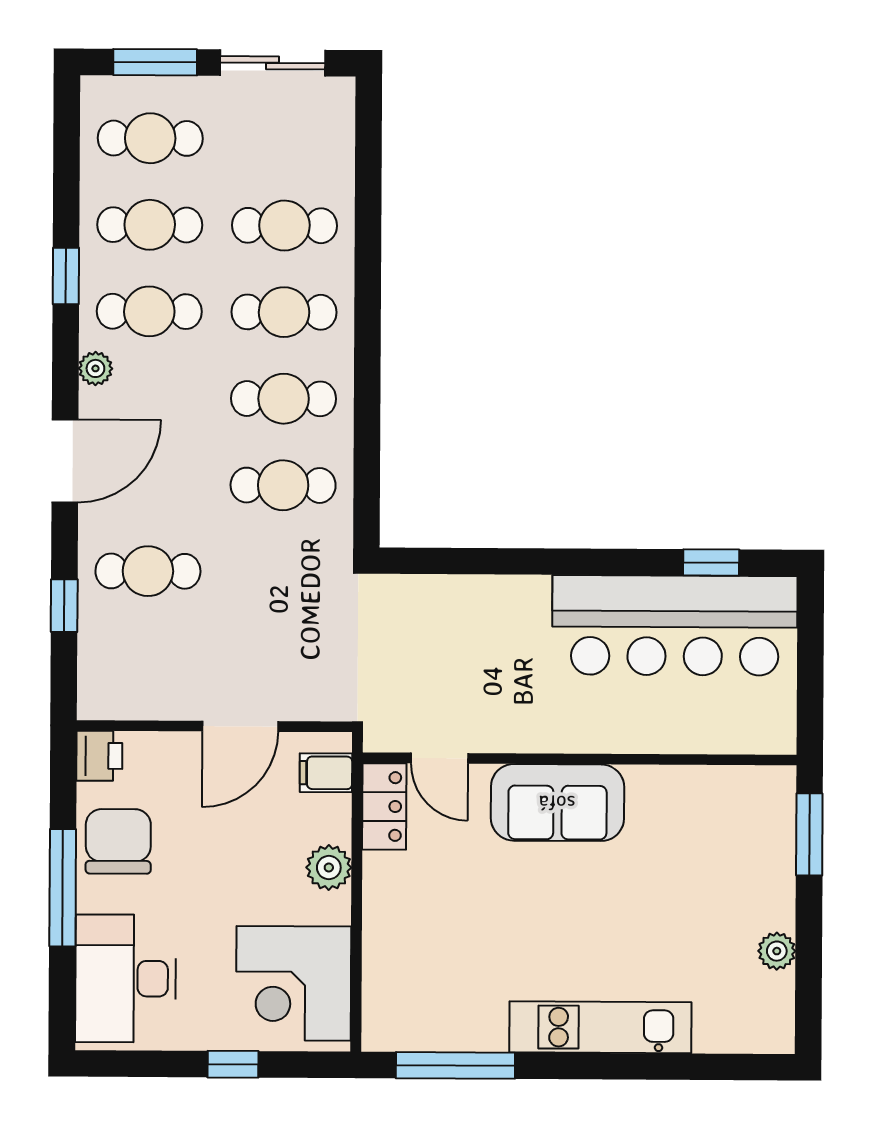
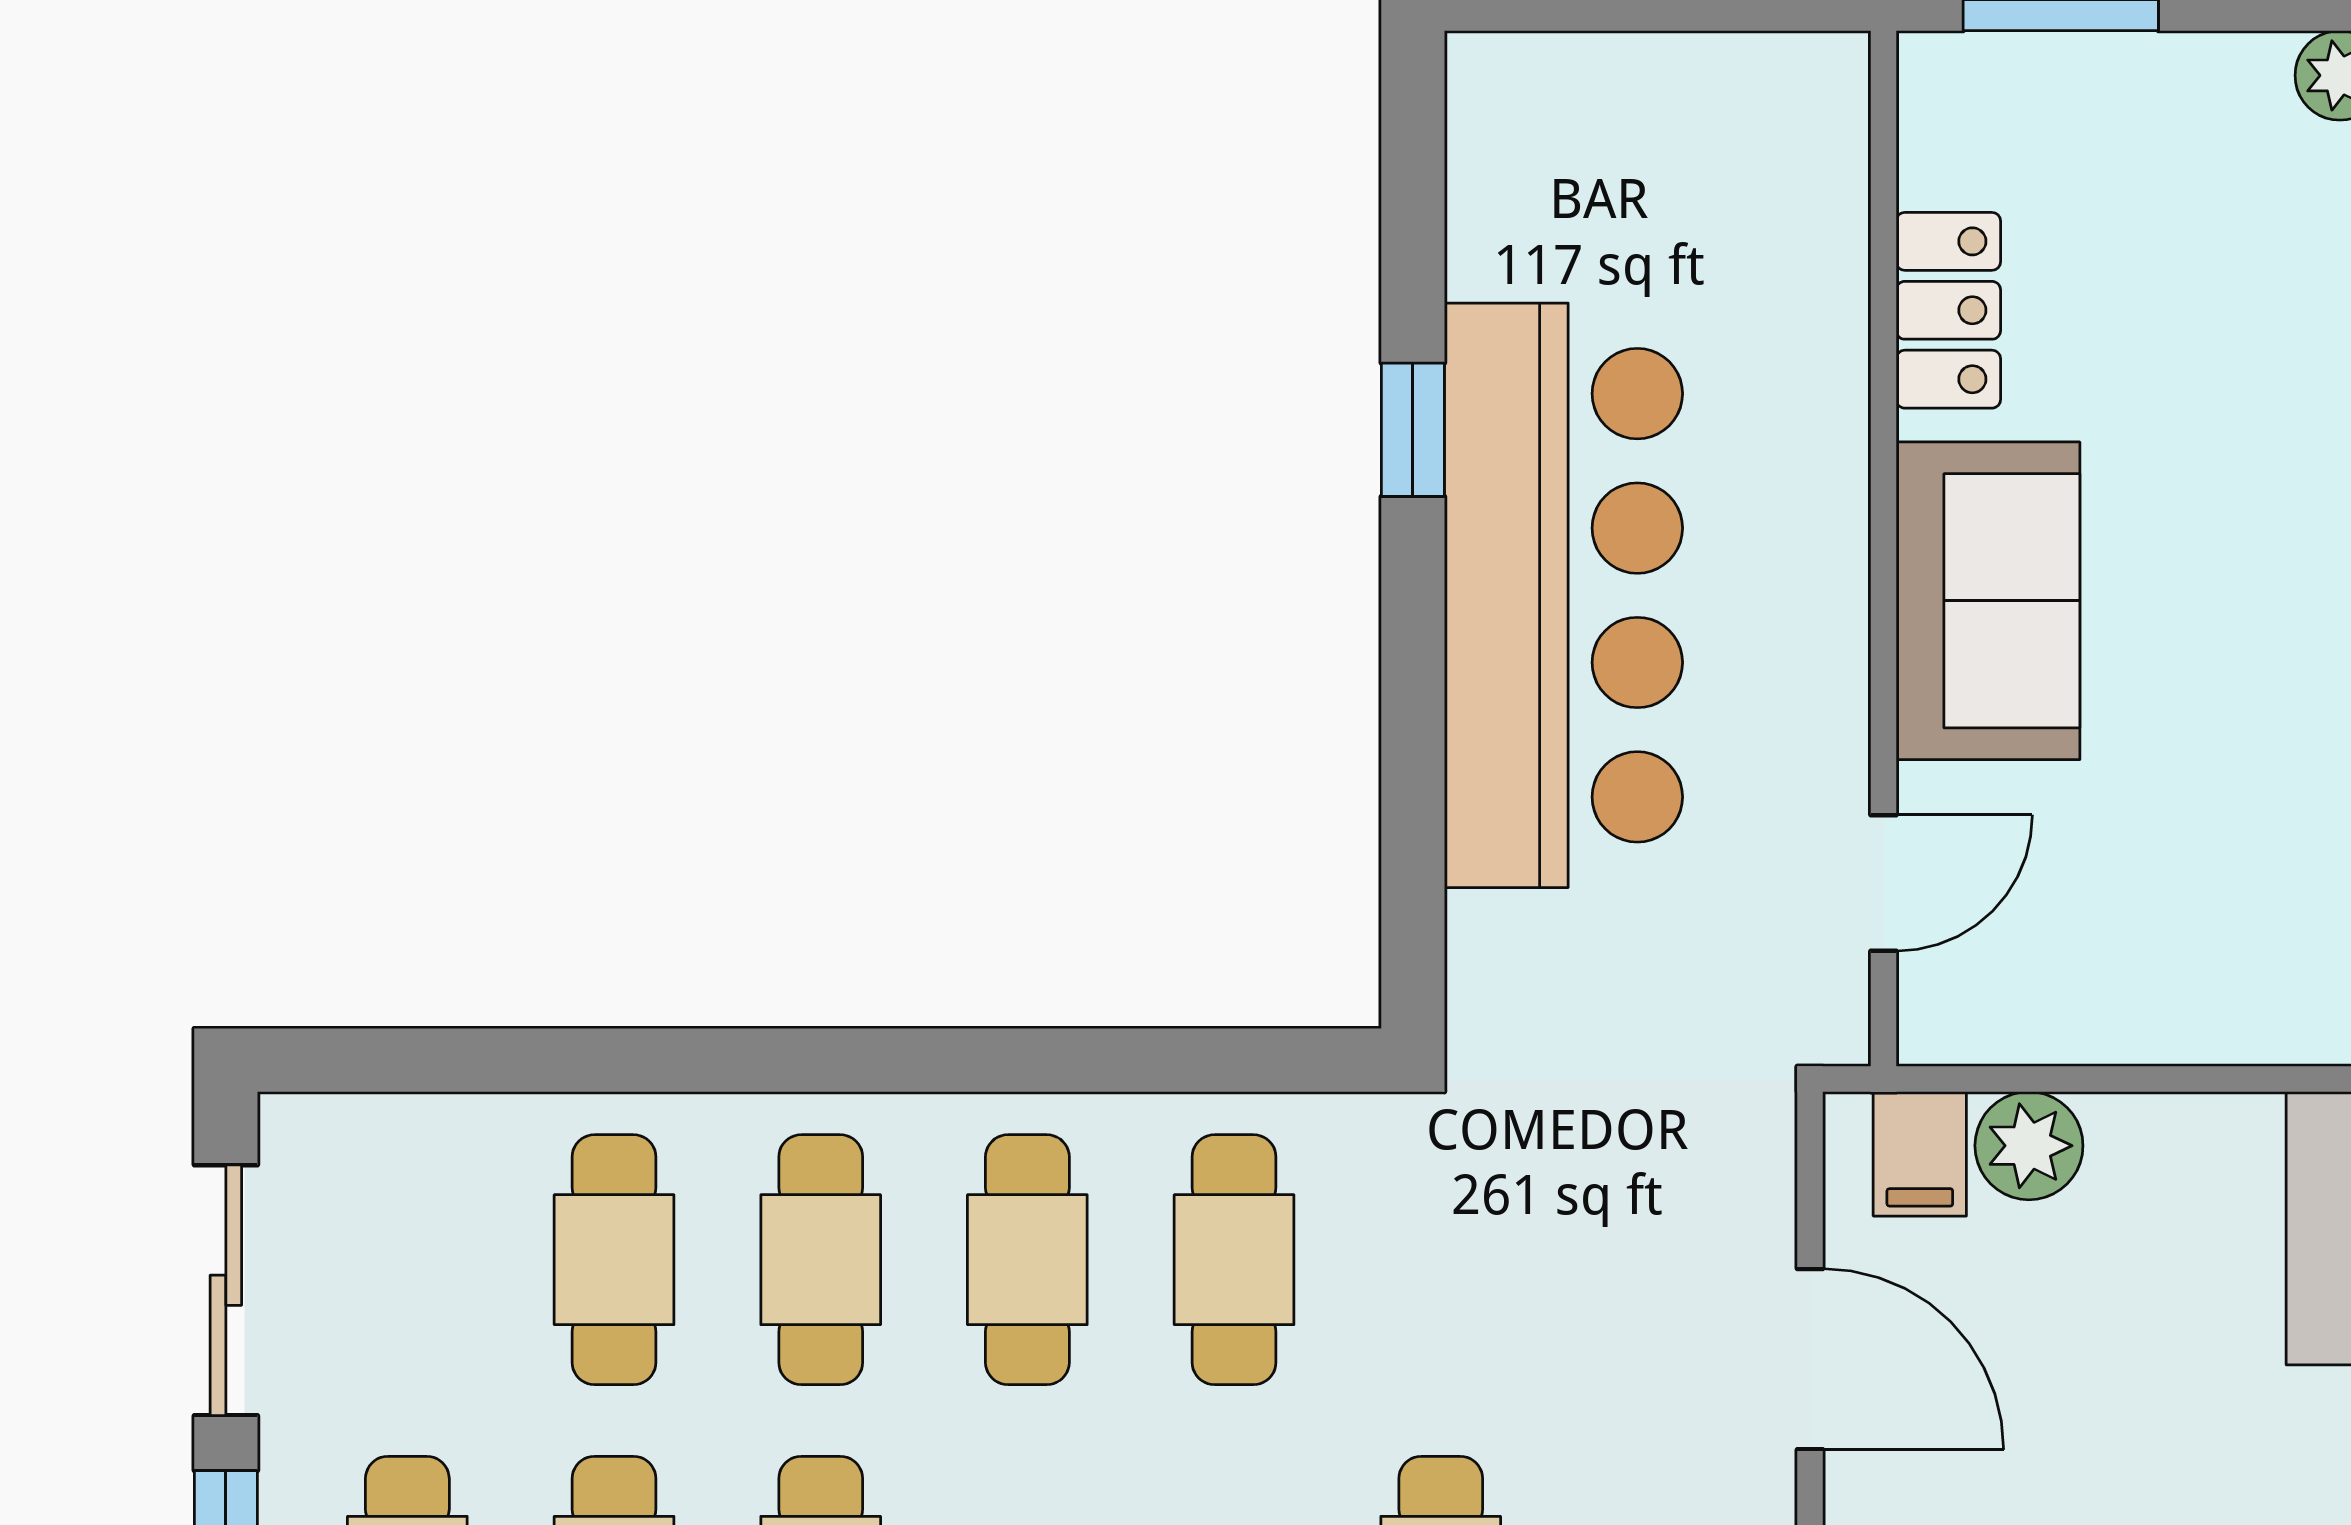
window: (711, 562) -> (1413, 430), moved
bar counter: (675, 625) -> (1563, 595), moved
locker: (384, 806) -> (1948, 310), moved, turned 90
plant: (329, 868) -> (2029, 1146), moved

